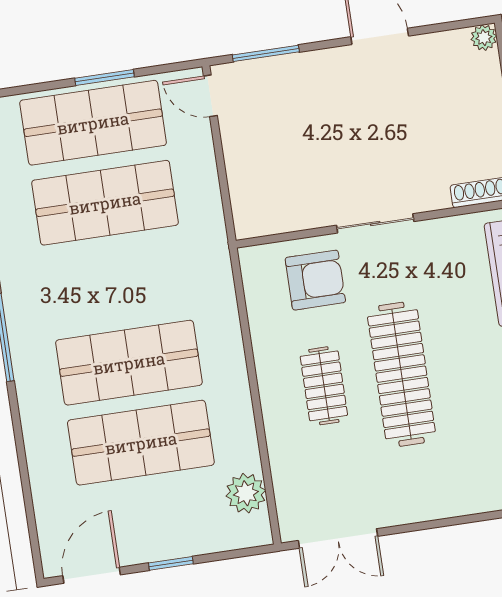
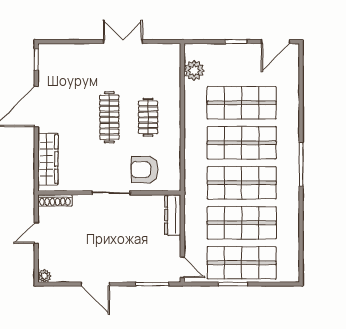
dresser: (245, 198) -> (173, 215), added
shop shelf: (117, 283) -> (242, 183), added
clothes rail: (401, 374) -> (109, 117), width x0.73, depth x0.76
double door: (338, 538) -> (123, 42), moved

